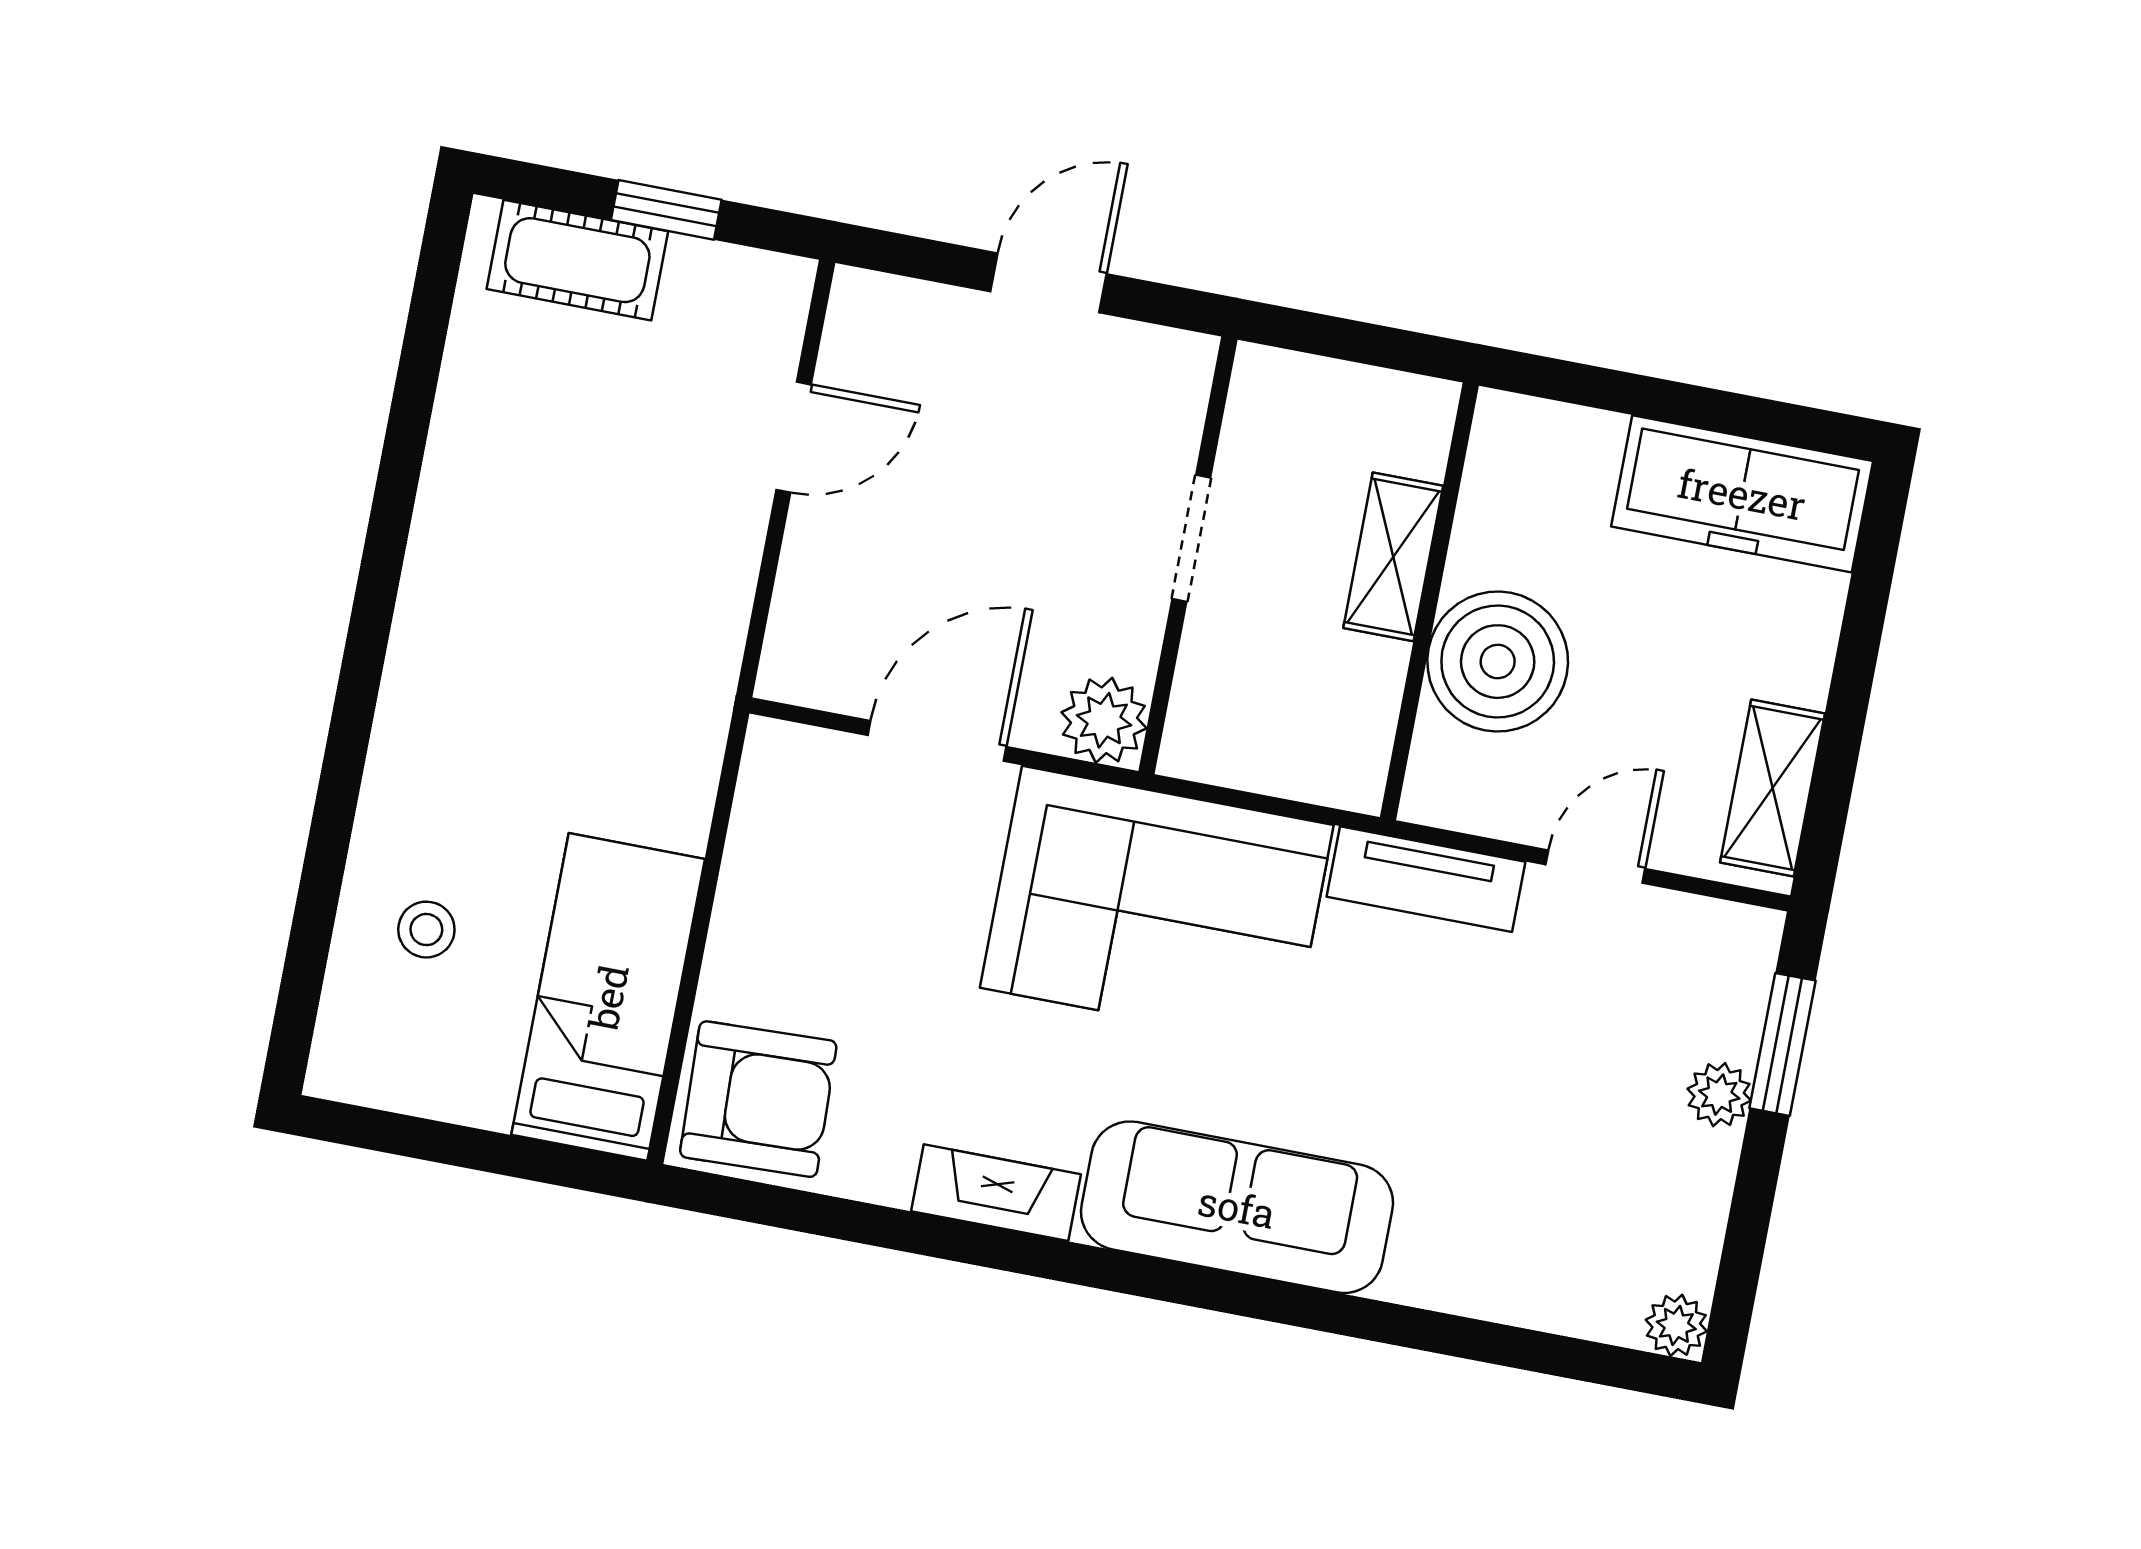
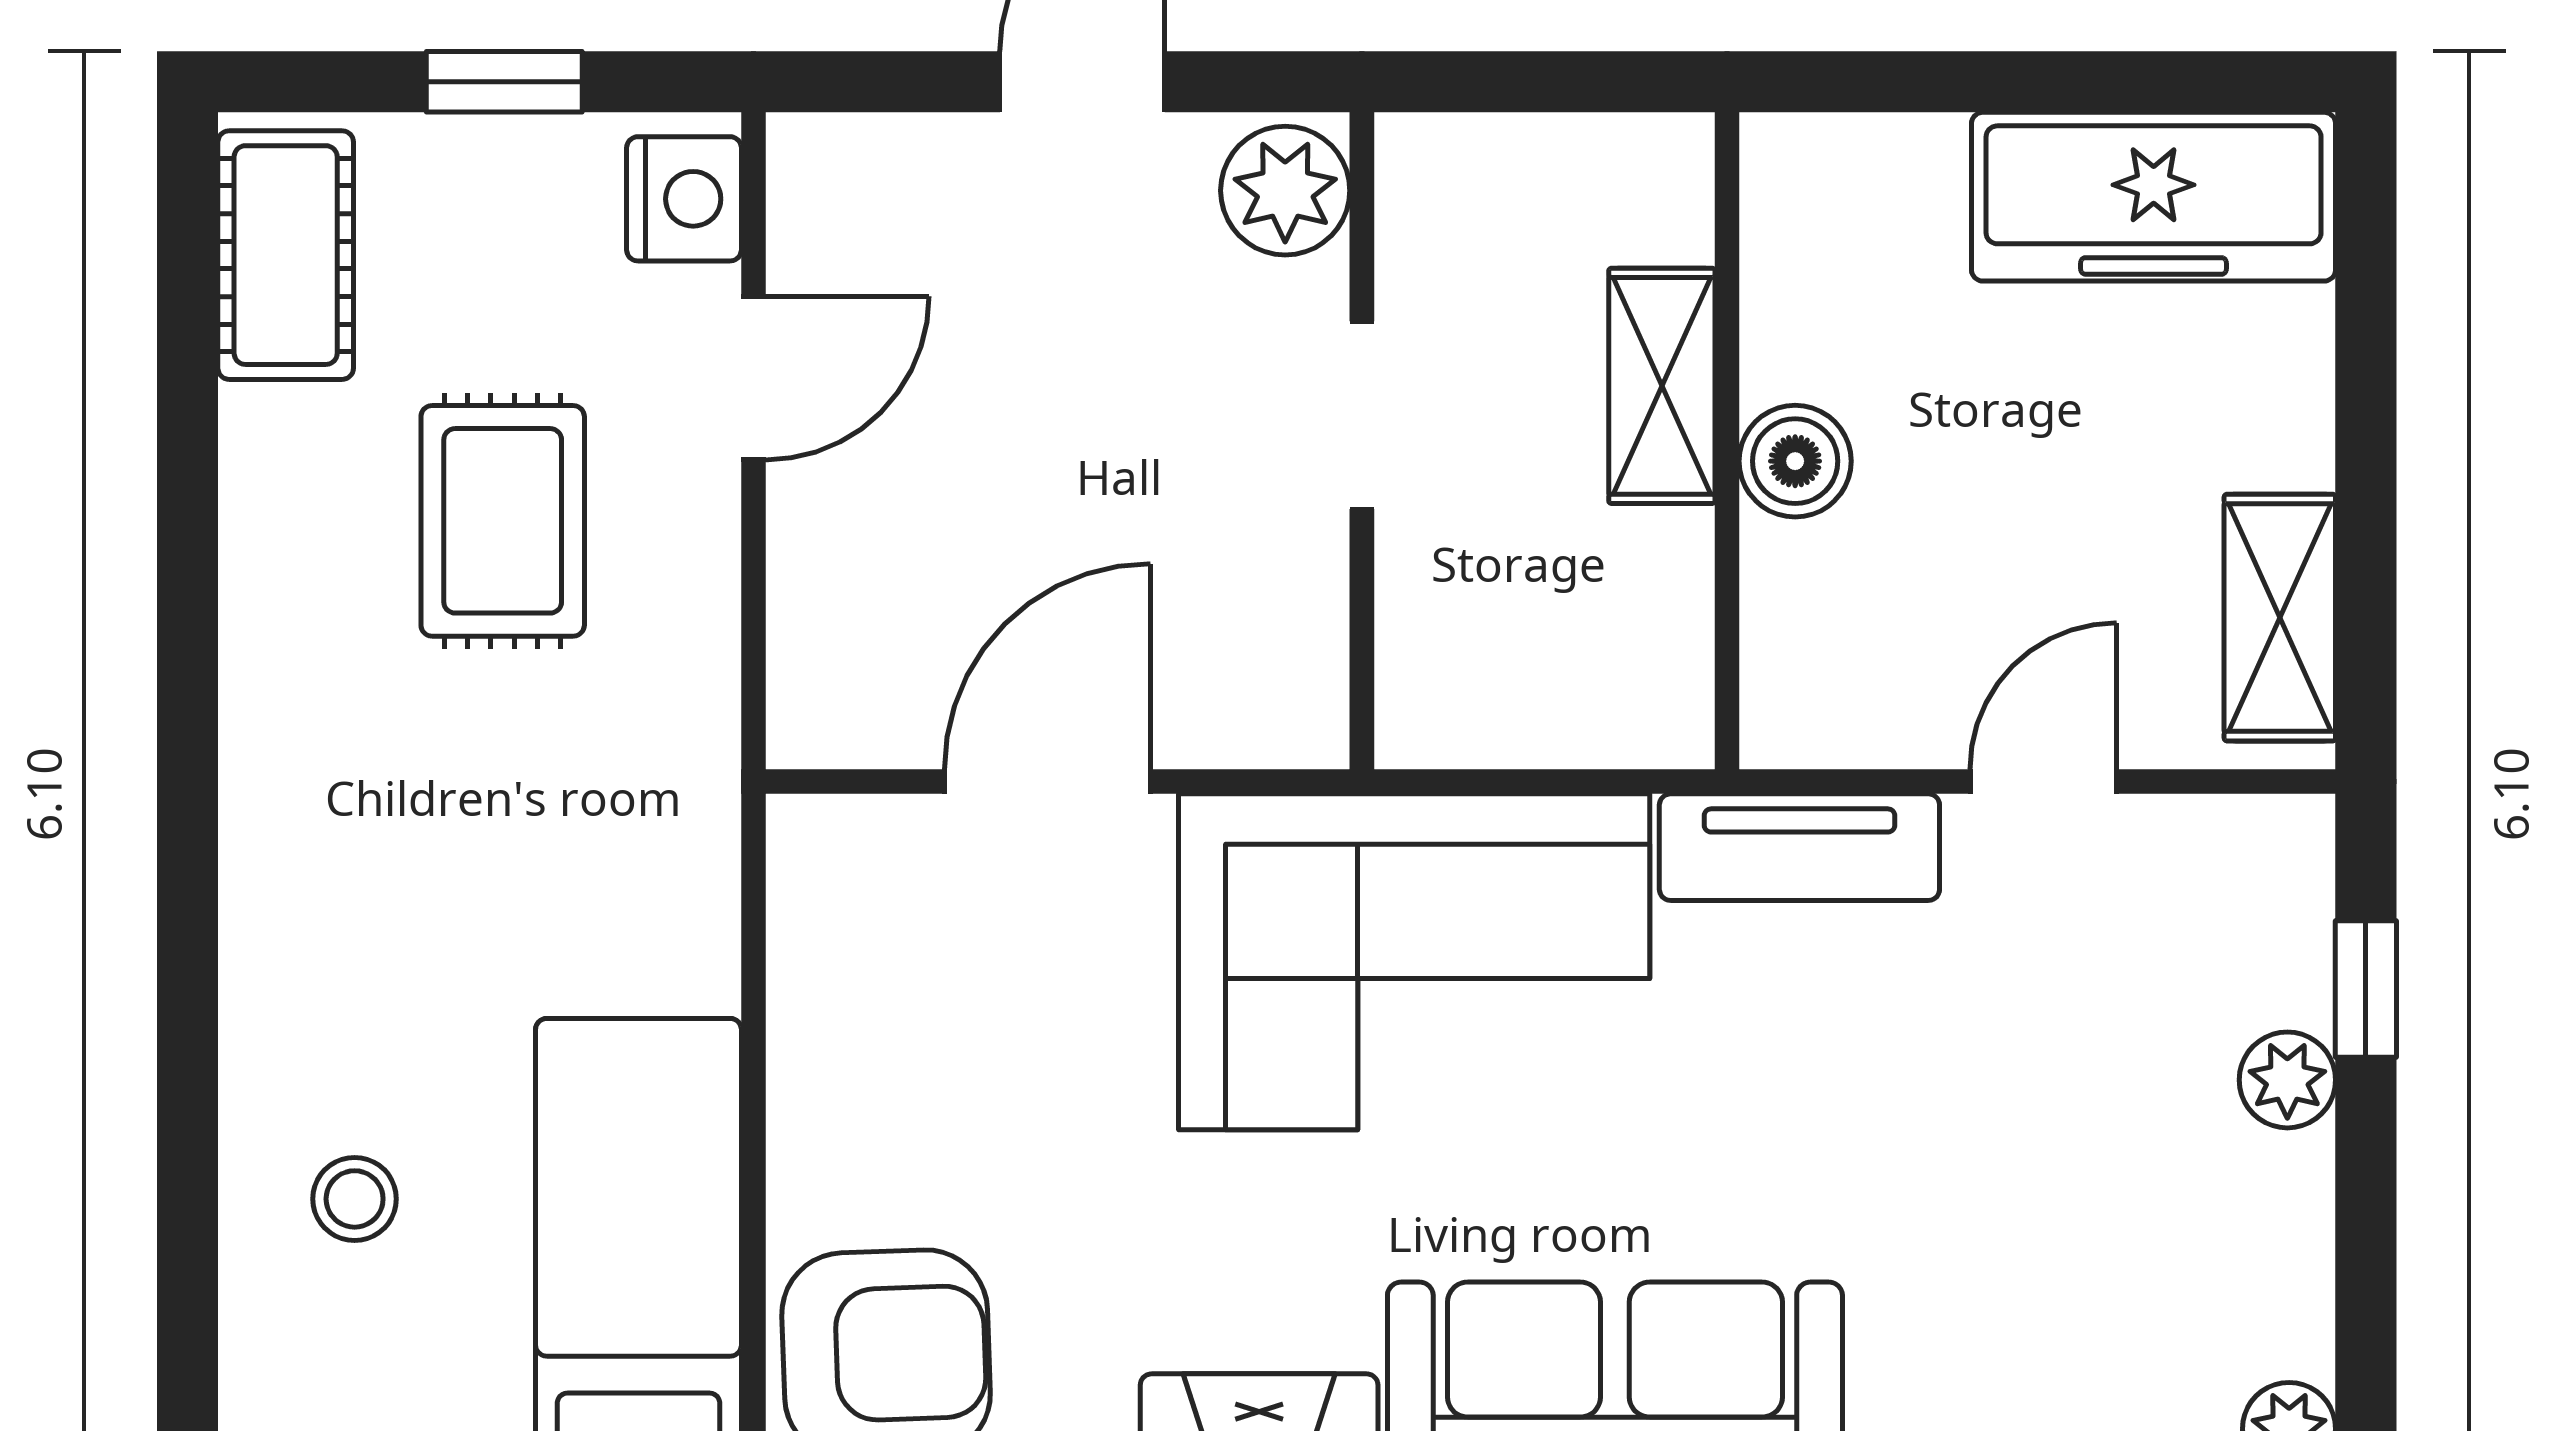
cot: (577, 260) -> (286, 255), moved, turned 90
nightstand: (770, 310) -> (684, 199), added
rug: (610, 500) -> (503, 521), added
boiler: (1498, 662) -> (1795, 461), width x0.54, depth x0.54
plant: (1104, 720) -> (1285, 191), moved
window: (1783, 1044) -> (2366, 989), width x0.67

